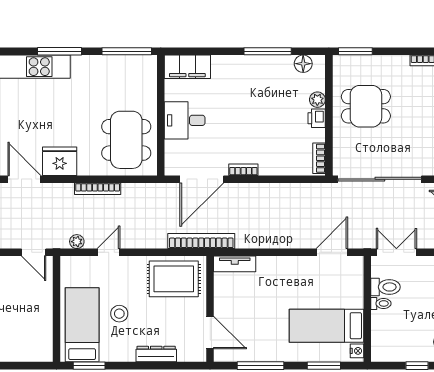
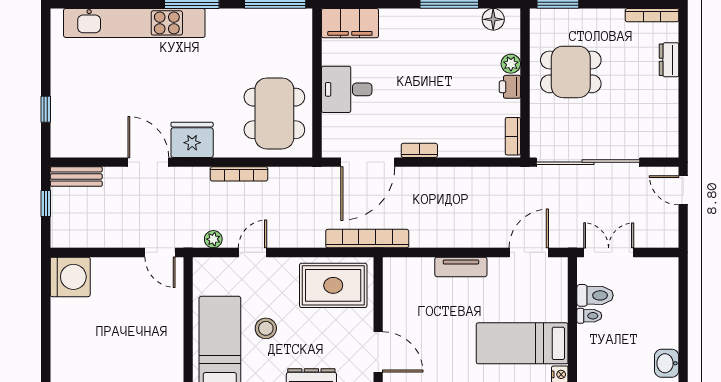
tv unit: (235, 264) -> (461, 267), moved

